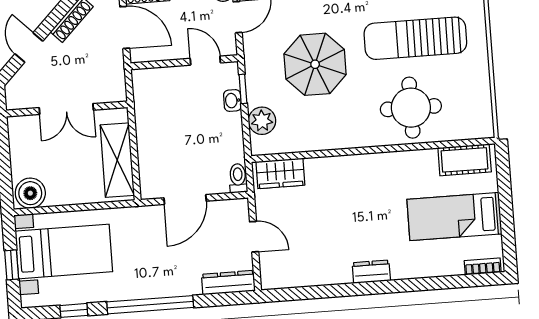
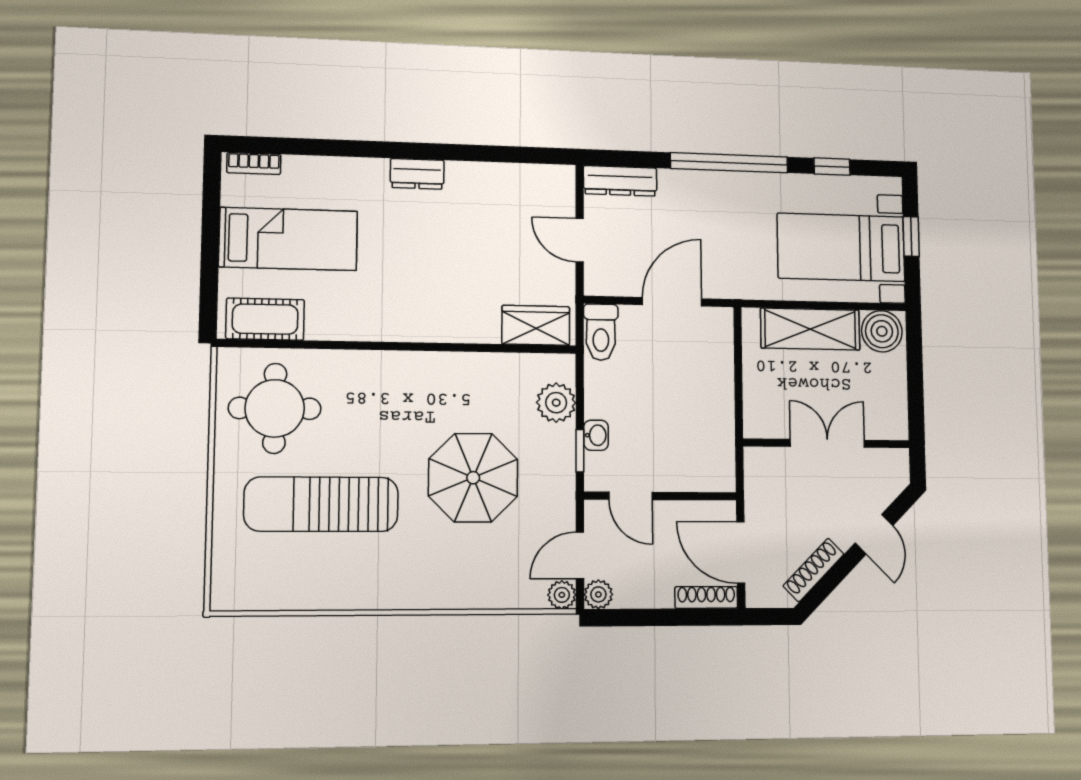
sun lounger: (415, 38) -> (321, 504), turned 180
round table: (411, 108) -> (275, 408), moved
shelving: (117, 160) -> (810, 329), moved, turned 90
toilet: (238, 178) -> (601, 332), width x1.37, depth x1.39

